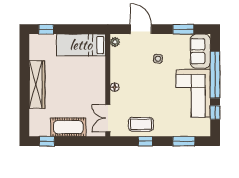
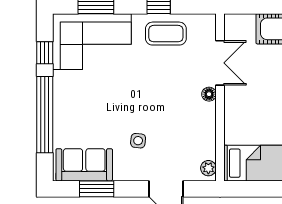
sofa: (200, 51) -> (84, 165), moved, turned -90
corner sofa: (193, 93) -> (92, 42), moved, turned 90
double door: (108, 118) -> (220, 63), moved

